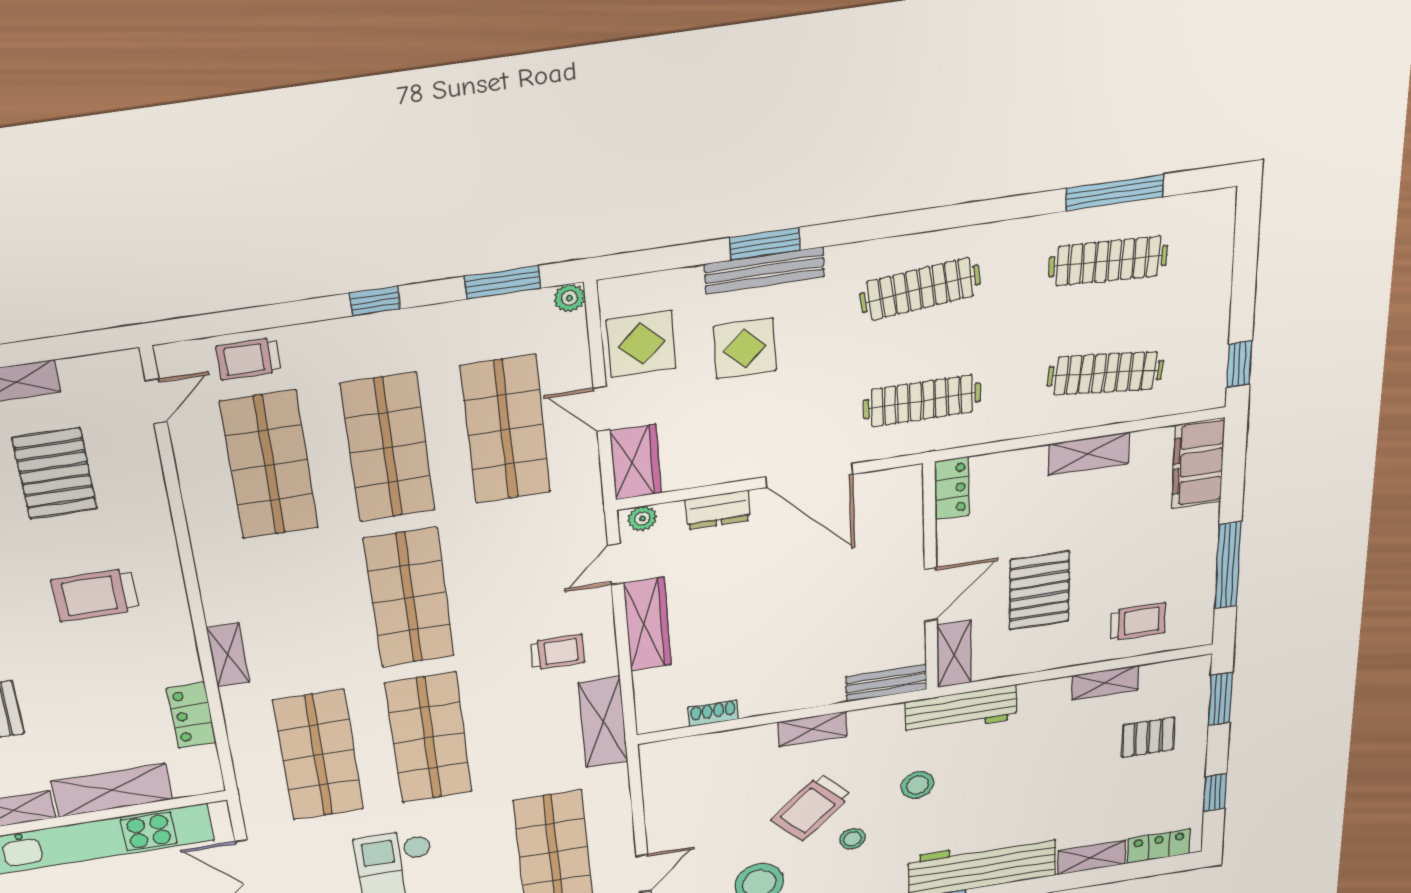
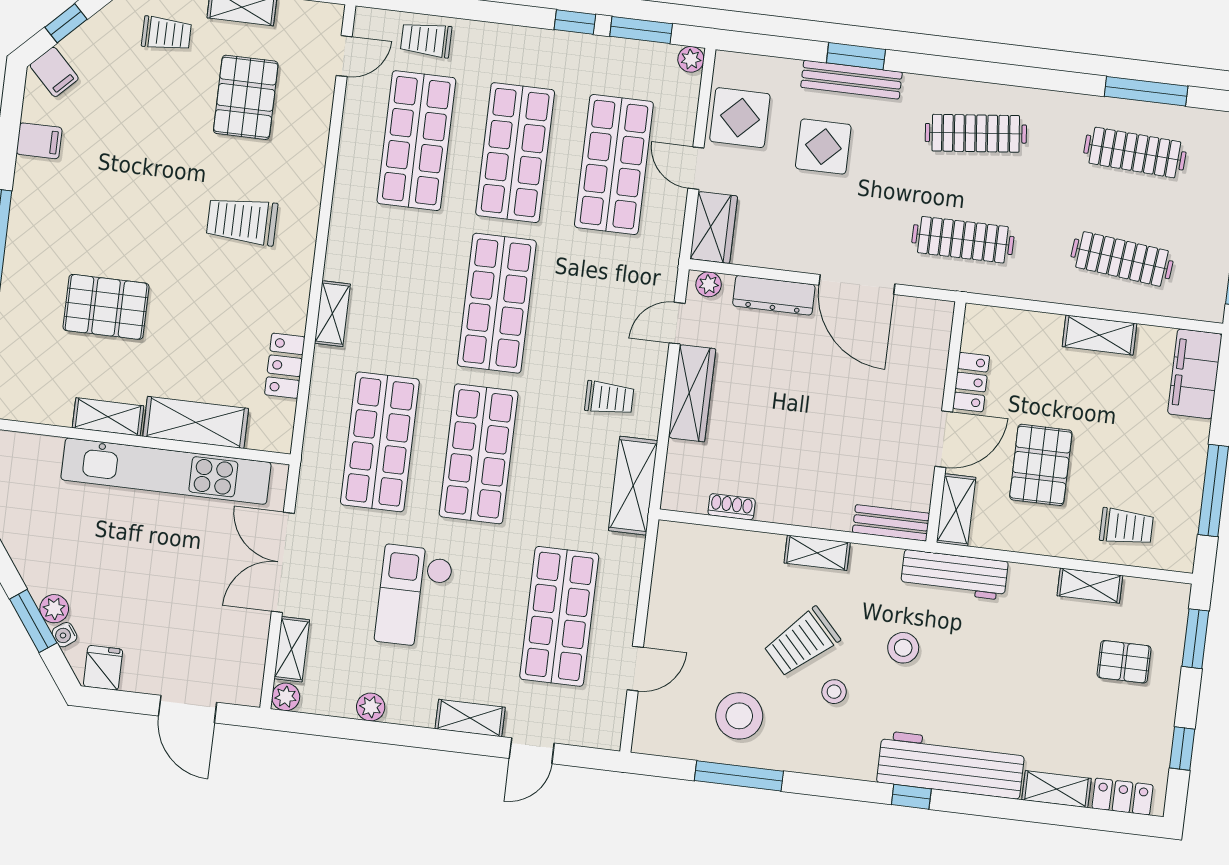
window: (375, 301) -> (575, 22), moved
locker: (952, 488) -> (971, 382), moved
dresser: (718, 510) -> (774, 295), width x1.44

